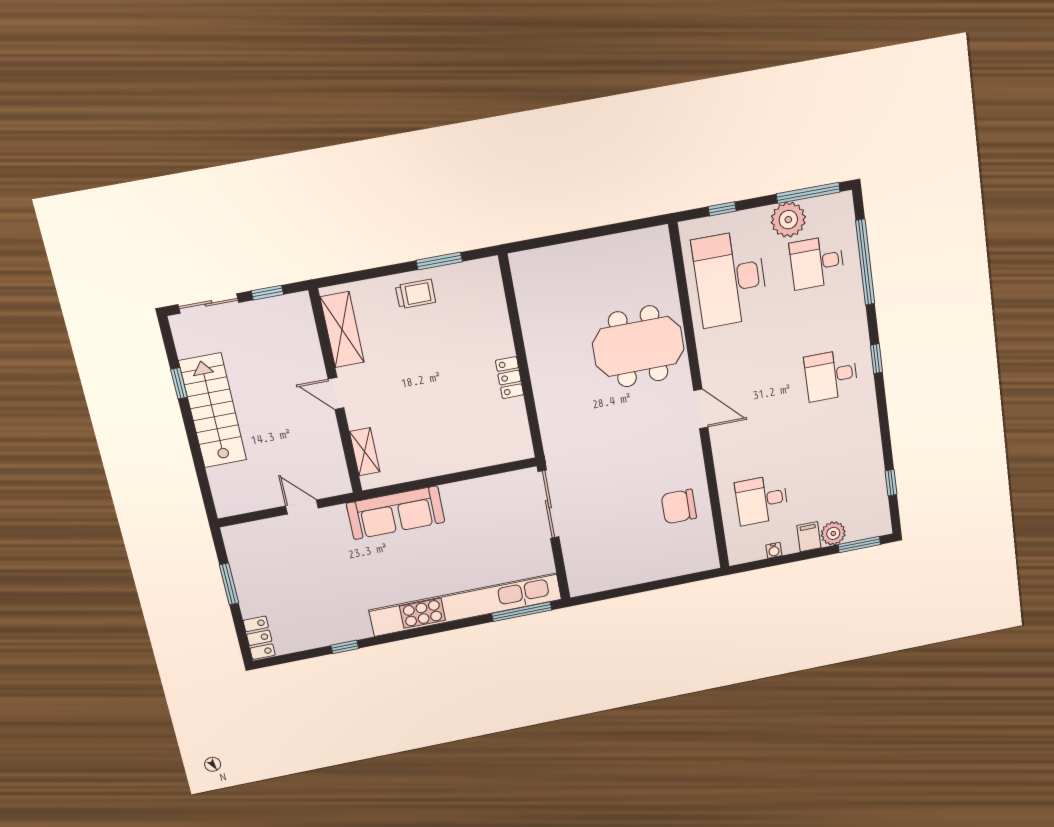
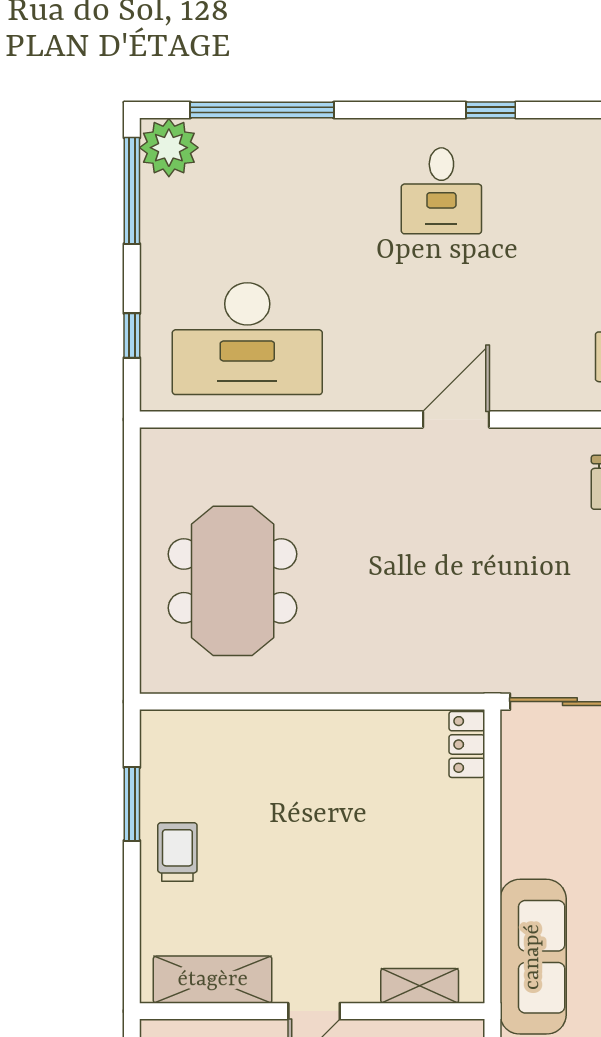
plant: (788, 220) -> (169, 148), moved
desk: (817, 262) -> (247, 191), removed
meeting table: (638, 346) -> (233, 581), moved
window: (876, 359) -> (491, 110), moved
locker: (510, 378) -> (467, 744), moved, turned 90

